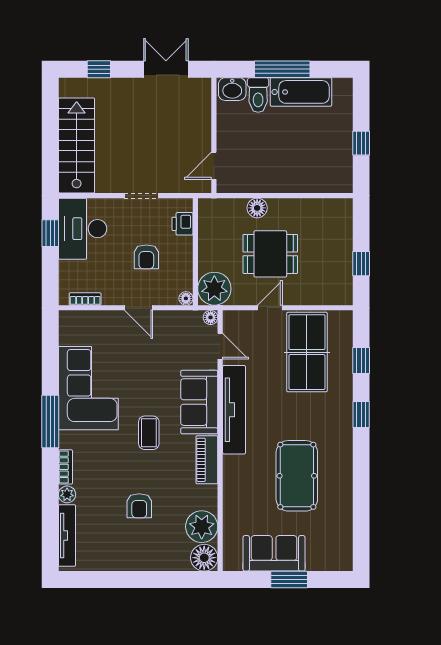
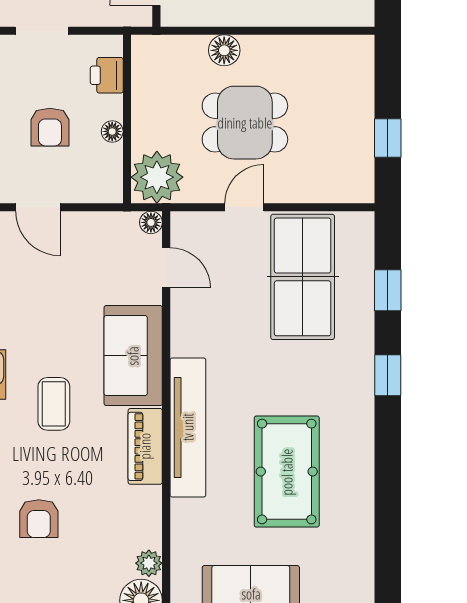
floor lamp: (186, 298) -> (112, 131), moved
tv unit: (234, 410) -> (188, 427), moved
plant: (202, 527) -> (149, 563), width x0.53, depth x0.53

